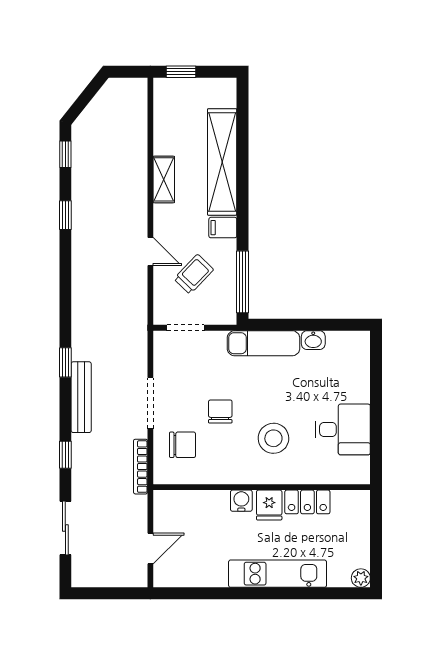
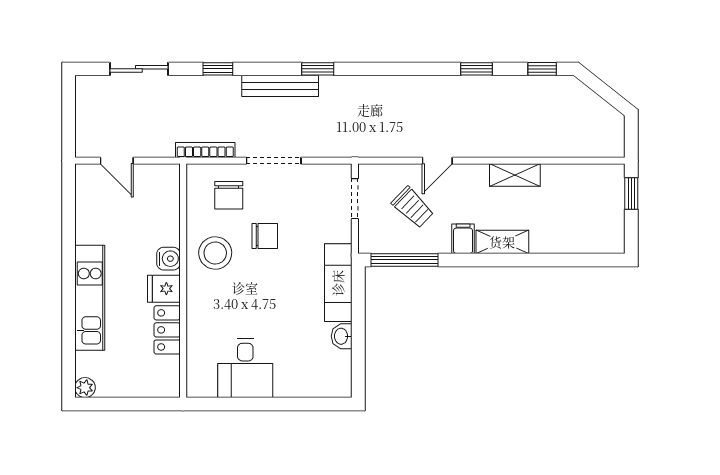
shelving: (222, 162) -> (502, 242), width x0.45, depth x0.75
stool: (273, 438) -> (215, 253), moved

